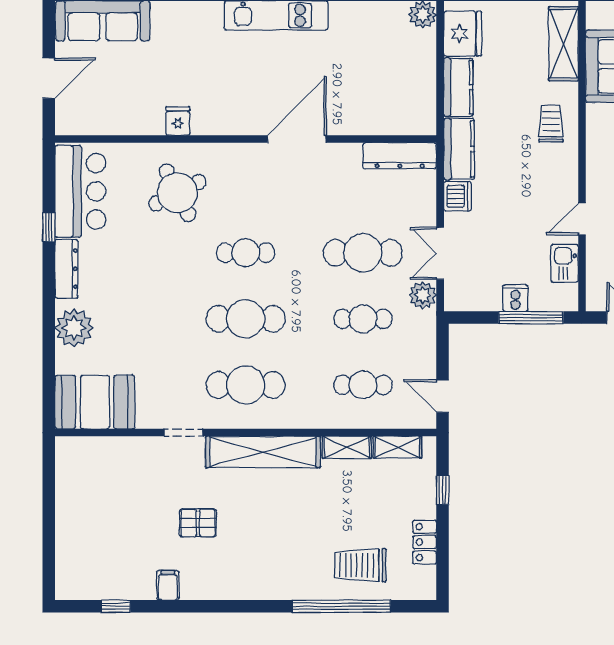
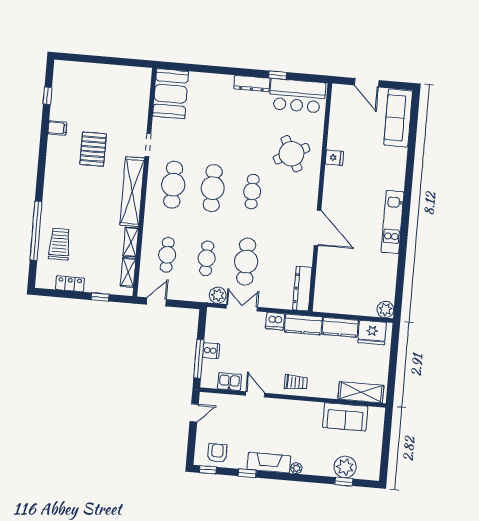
trolley: (551, 124) -> (296, 382), moved
plant: (74, 328) -> (216, 85), removed
pallet: (198, 523) -> (93, 149), width x1.50, depth x1.42

